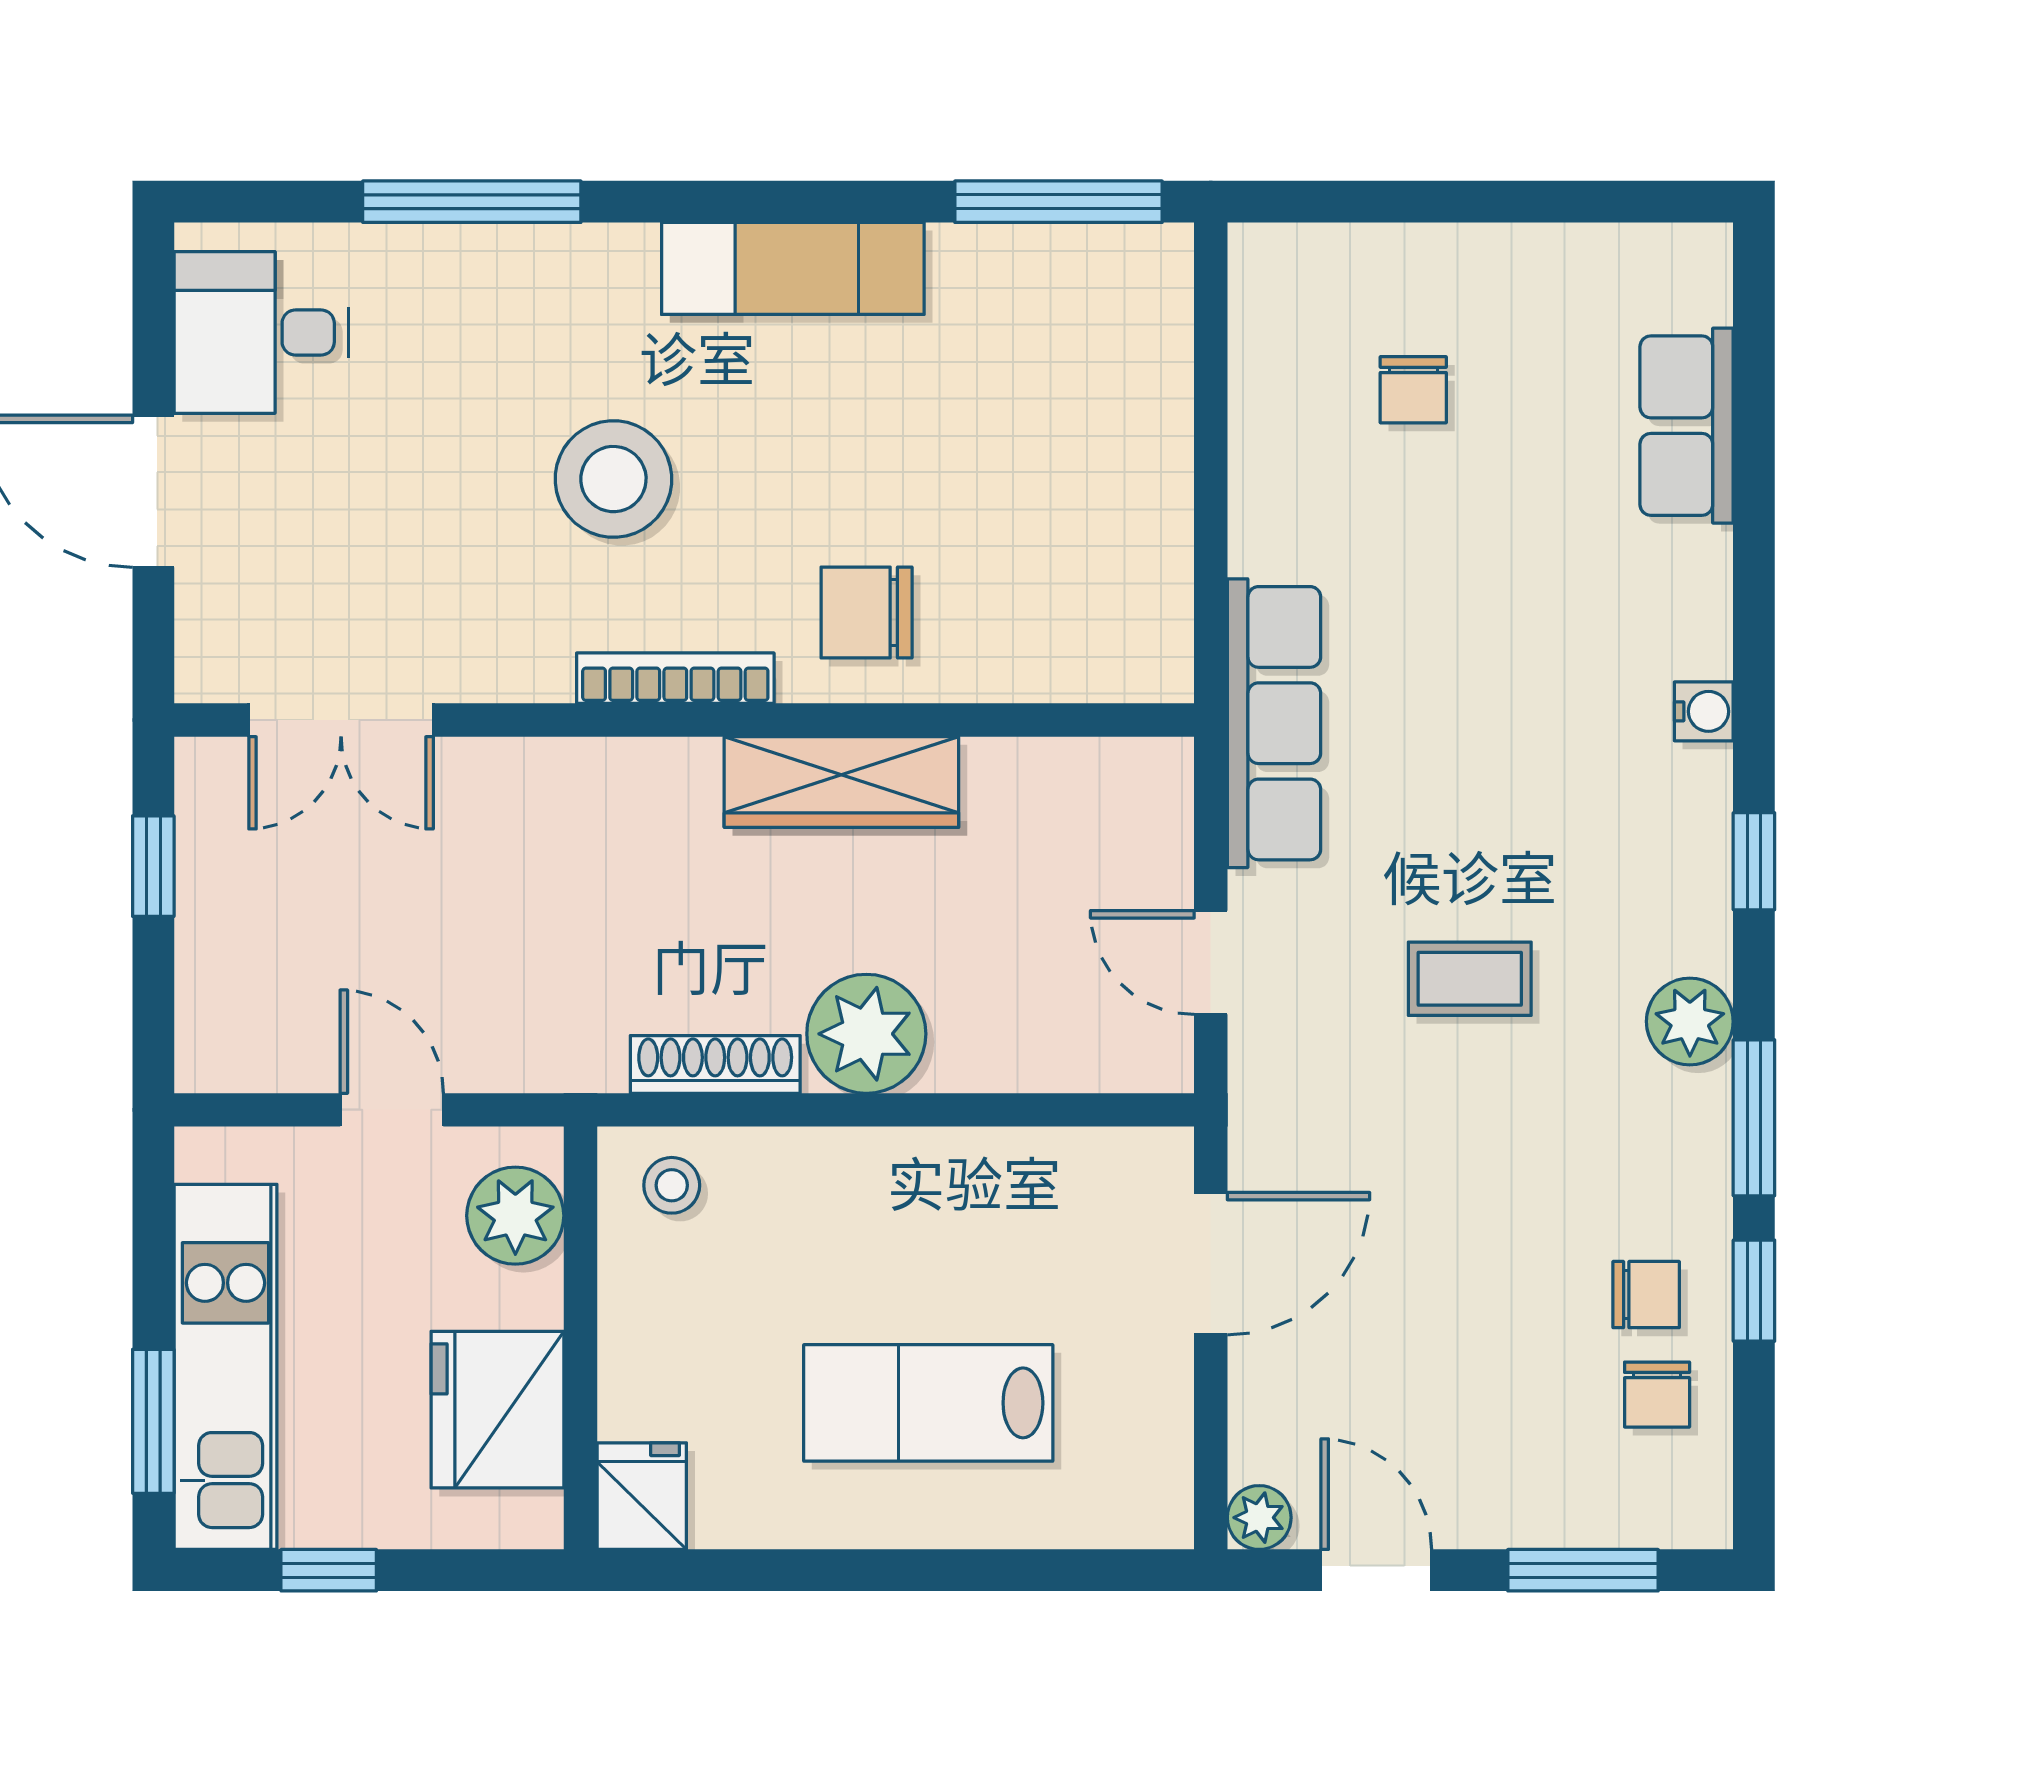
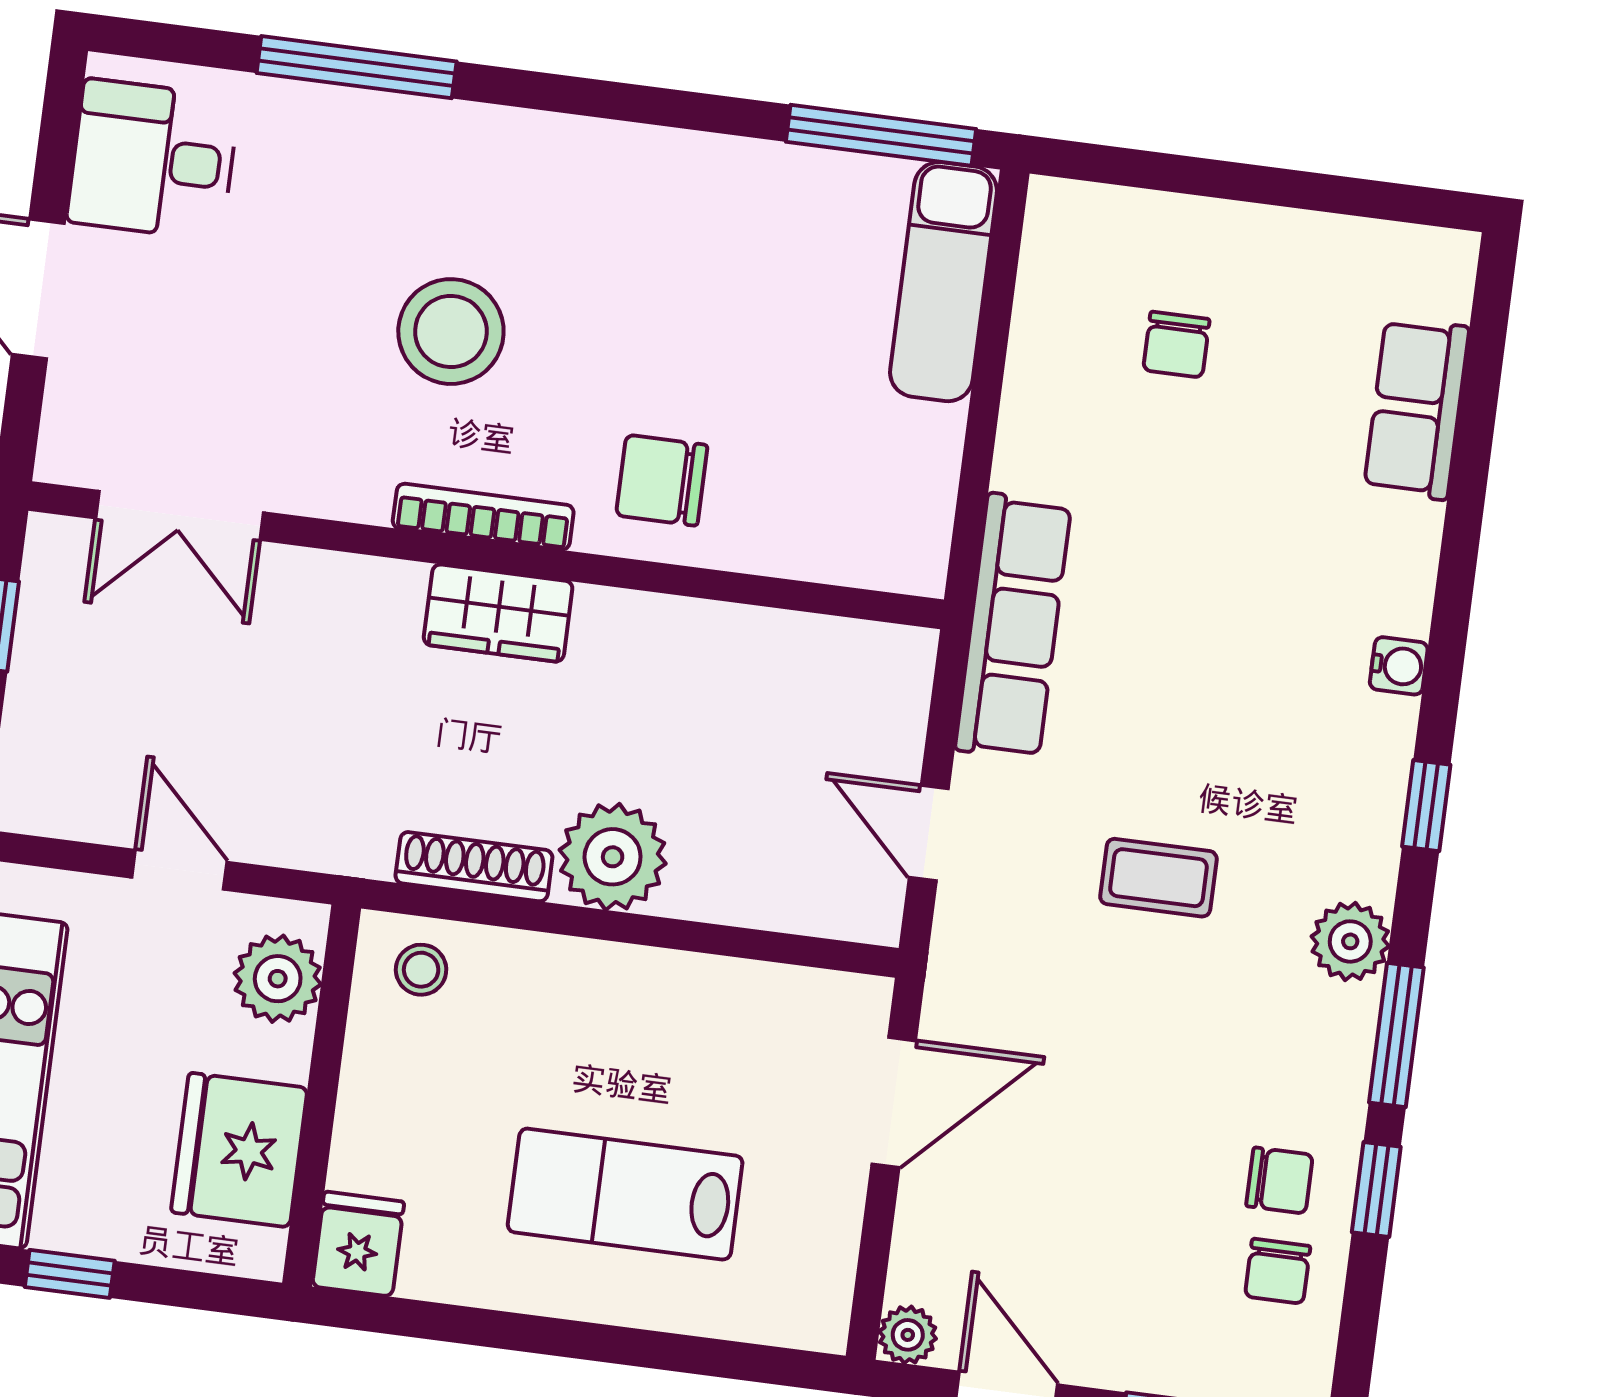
exam couch: (793, 268) -> (944, 282), moved, turned 90
wardrobe: (841, 782) -> (498, 613), moved, width x0.67

